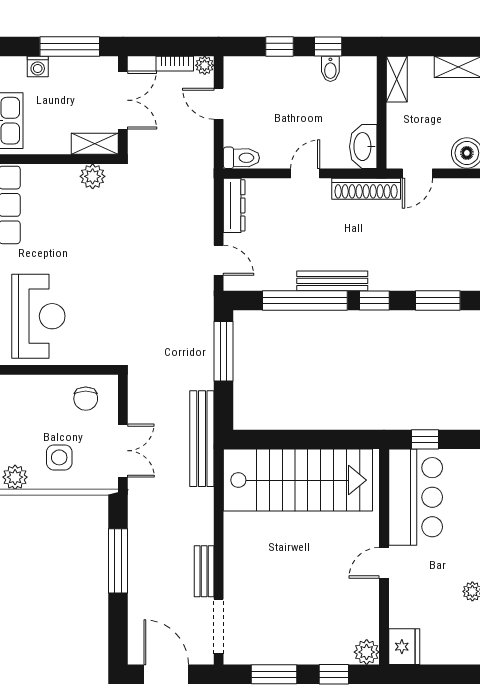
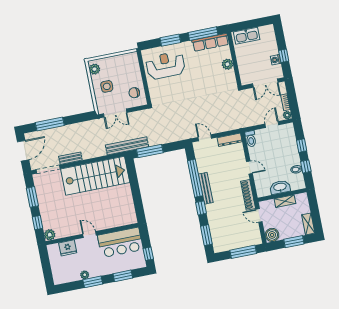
window: (70, 46) -> (284, 56), width x0.46
washing machine: (38, 66) -> (276, 60), moved
shelving: (397, 79) -> (285, 201), moved
shelving: (95, 144) -> (244, 75), removed
washbasin: (363, 147) -> (280, 187), moved
plant: (93, 176) -> (227, 64), moved
door: (219, 260) -> (205, 138), swing flipped
reception desk: (38, 316) -> (165, 65), turned 180
window: (223, 351) -> (150, 151), moved
window: (425, 439) -> (148, 254), moved
stairs: (298, 480) -> (95, 176), moved, turned -90
window: (118, 561) -> (50, 124), moved
fridge: (404, 647) -> (68, 248), moved

